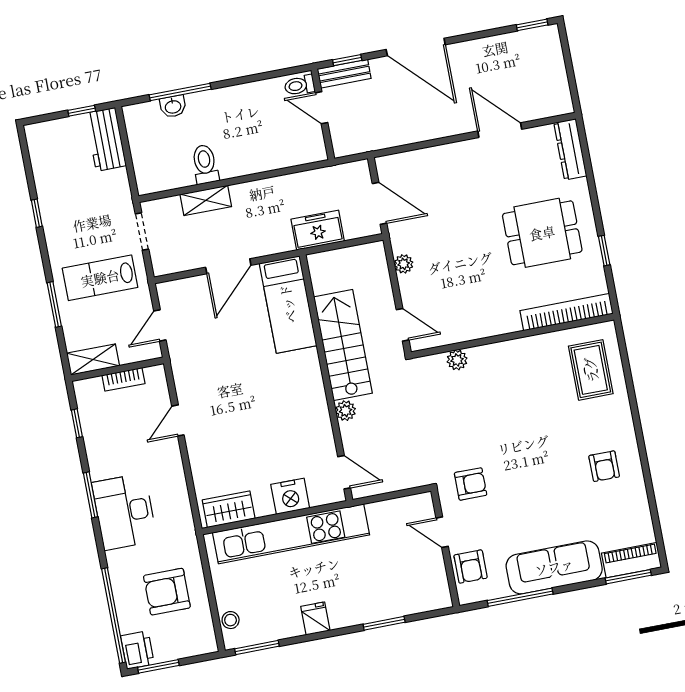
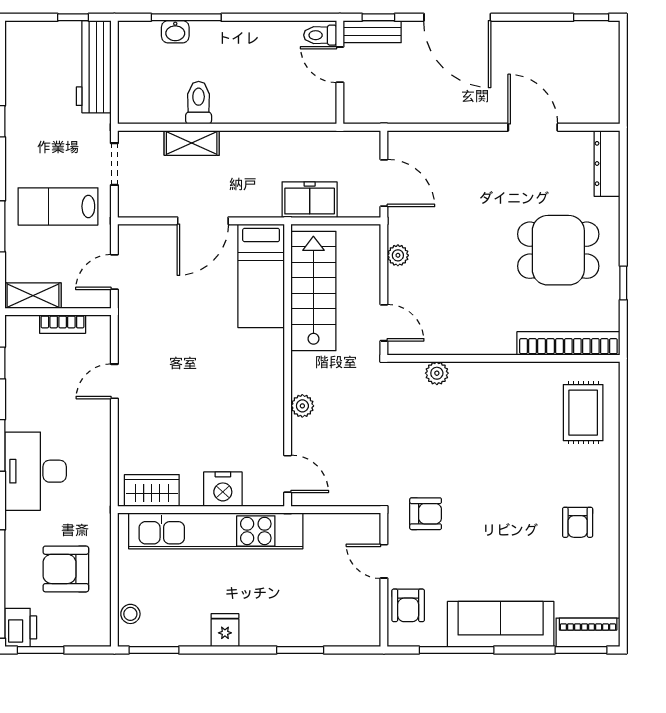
workbench: (106, 139) -> (94, 67), width x1.38
stairs: (343, 345) -> (313, 291), moved

